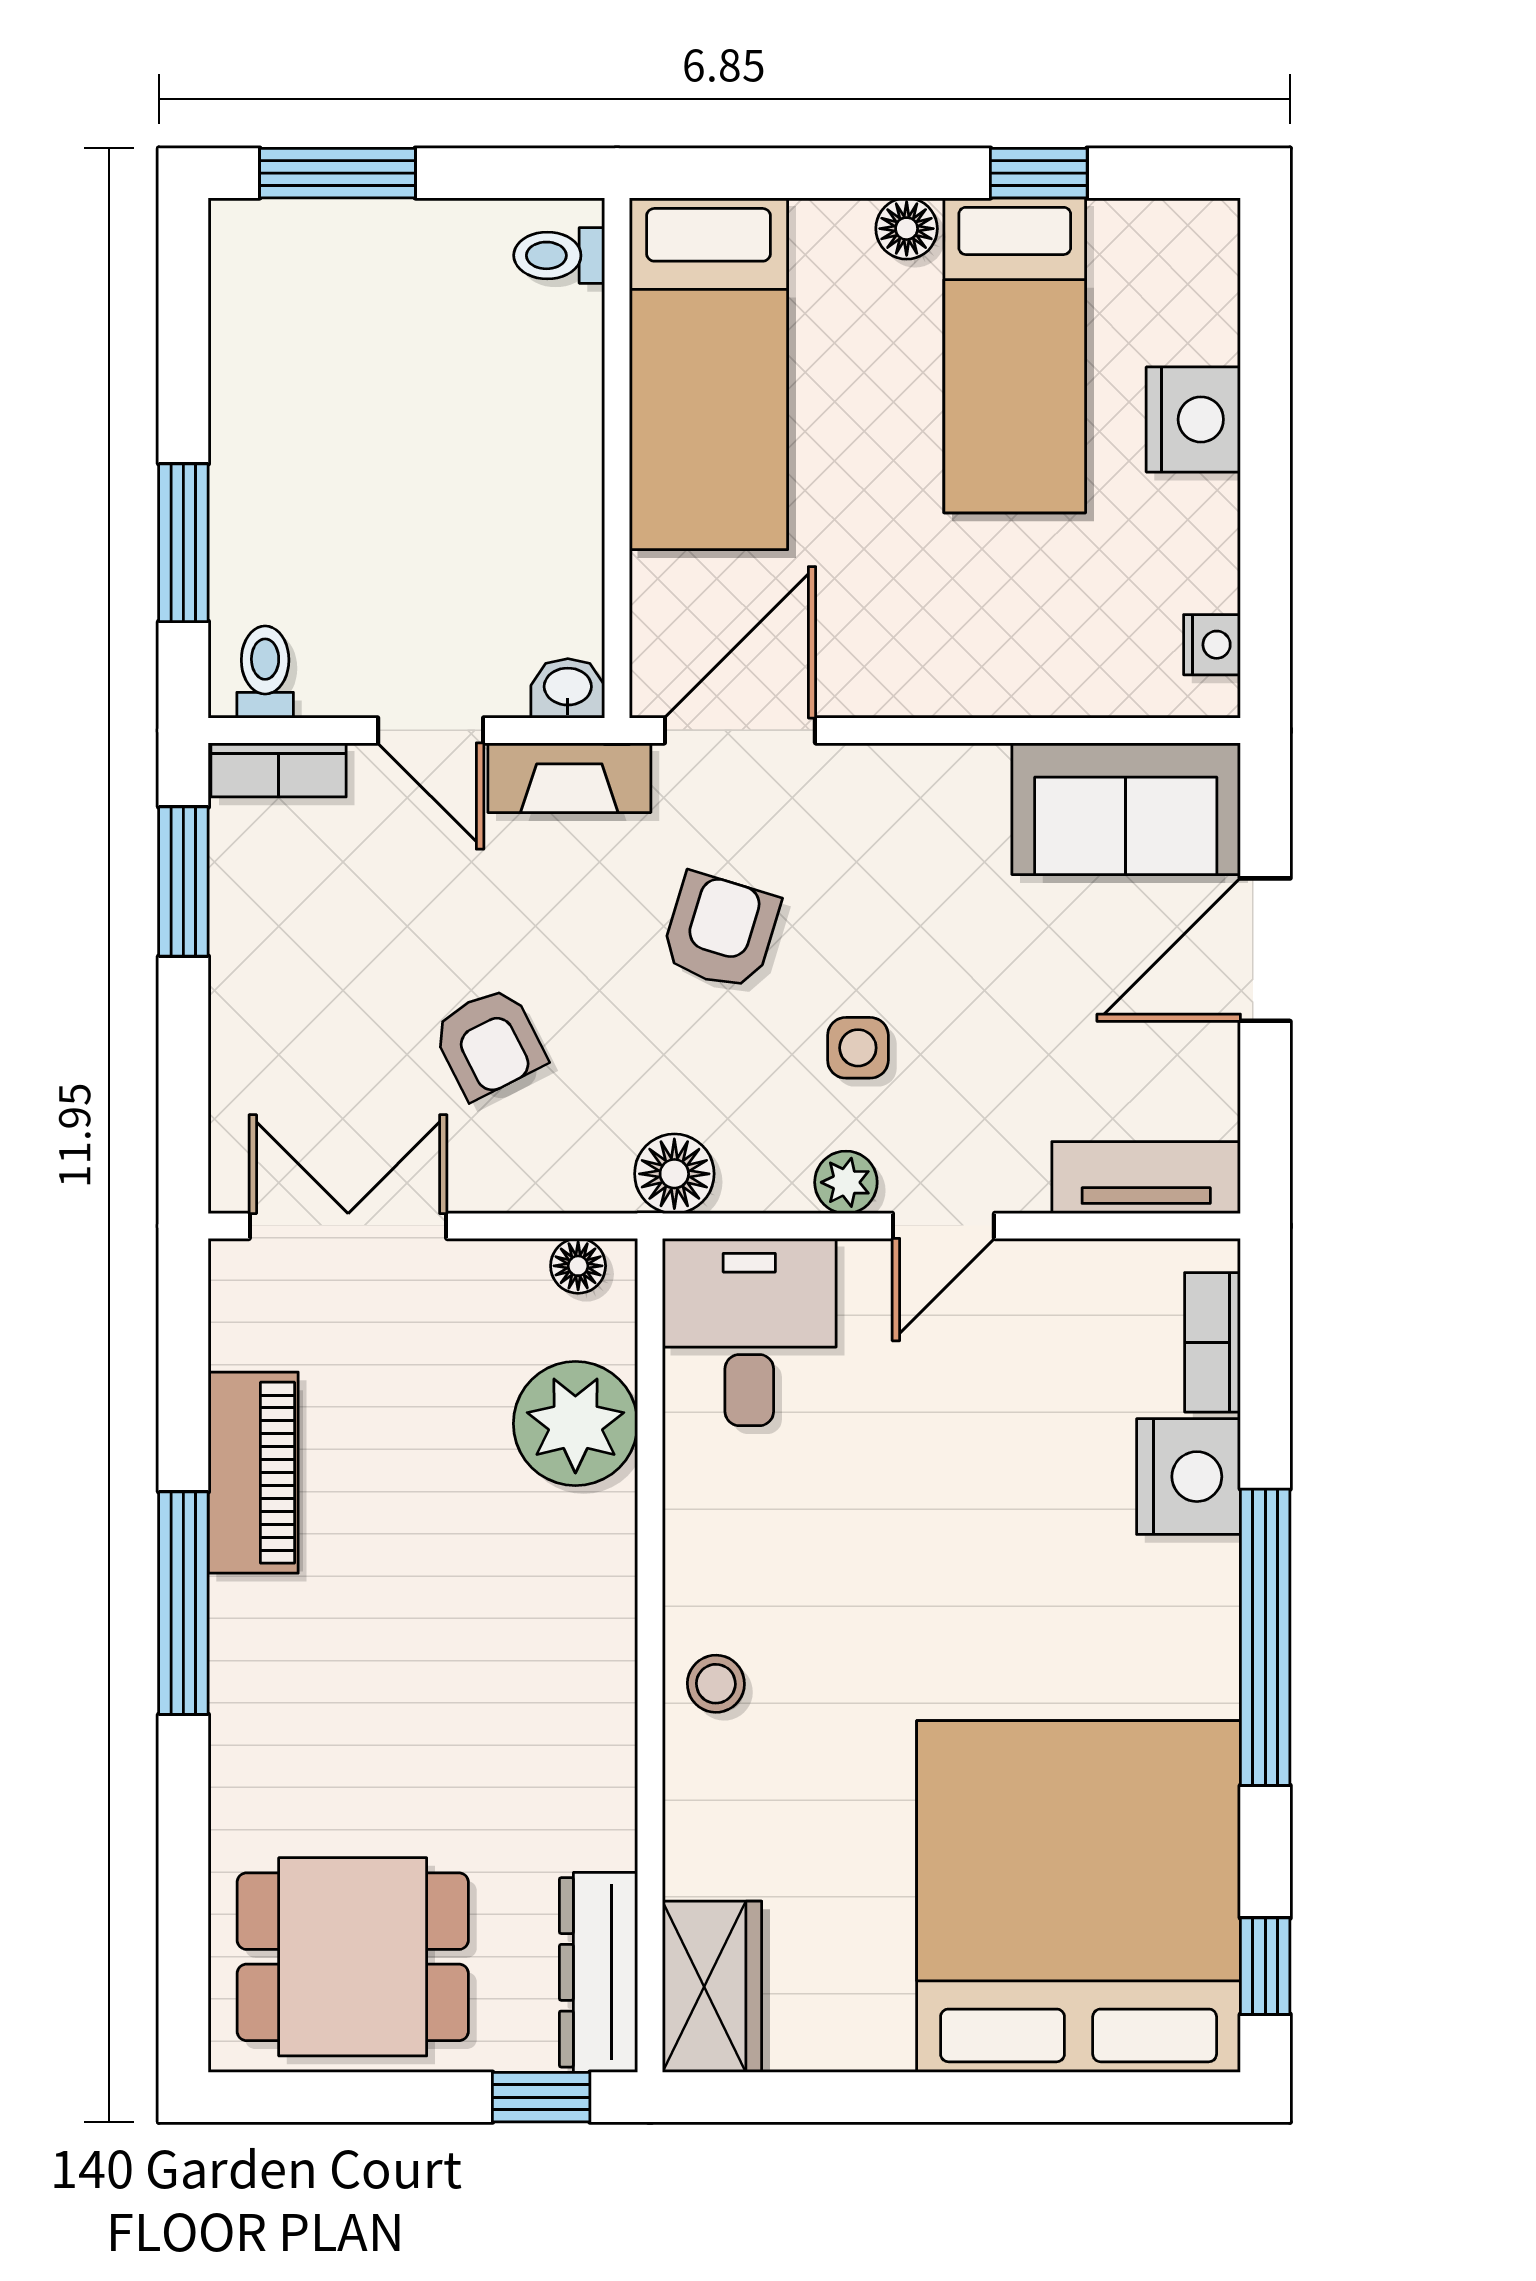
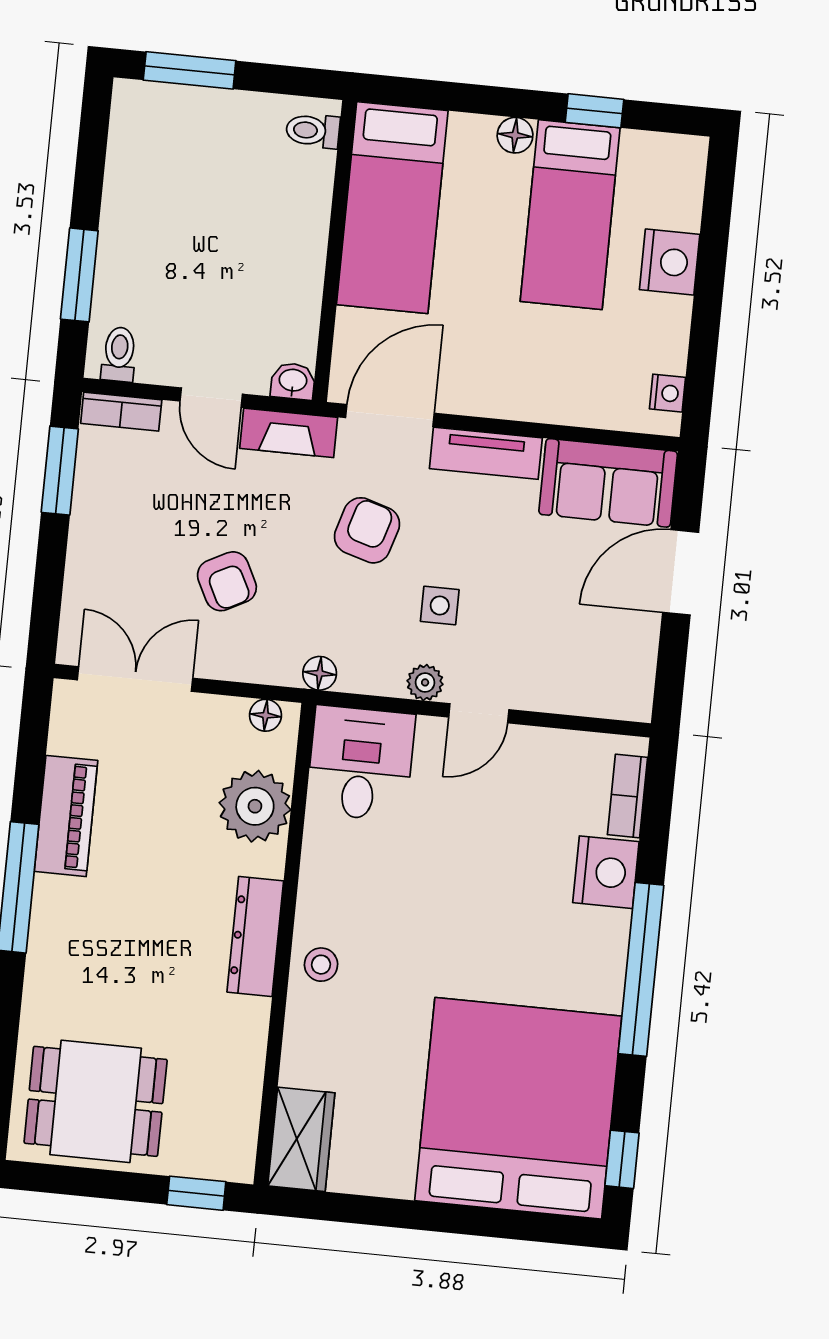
floor lamp: (674, 1174) -> (320, 673), width x0.73, depth x0.73
tv unit: (1146, 1178) -> (486, 453), moved, turned 180
dresser: (598, 1972) -> (255, 936), moved

